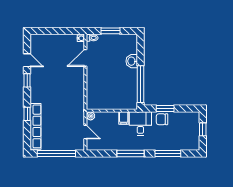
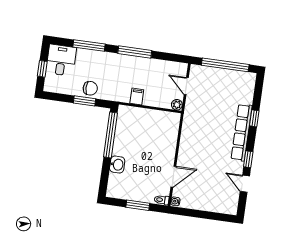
desk: (140, 123) -> (61, 60), moved, turned 180
row of seats: (36, 126) -> (242, 132), moved

